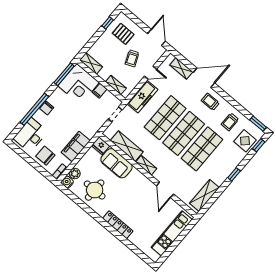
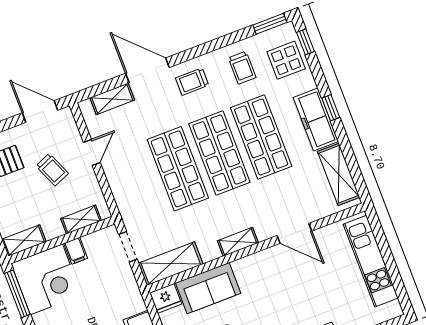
door: (204, 78) -> (147, 70), hinge flipped
freezer: (142, 97) -> (316, 120), moved, turned 180
shelving: (127, 146) -> (171, 264), moved

